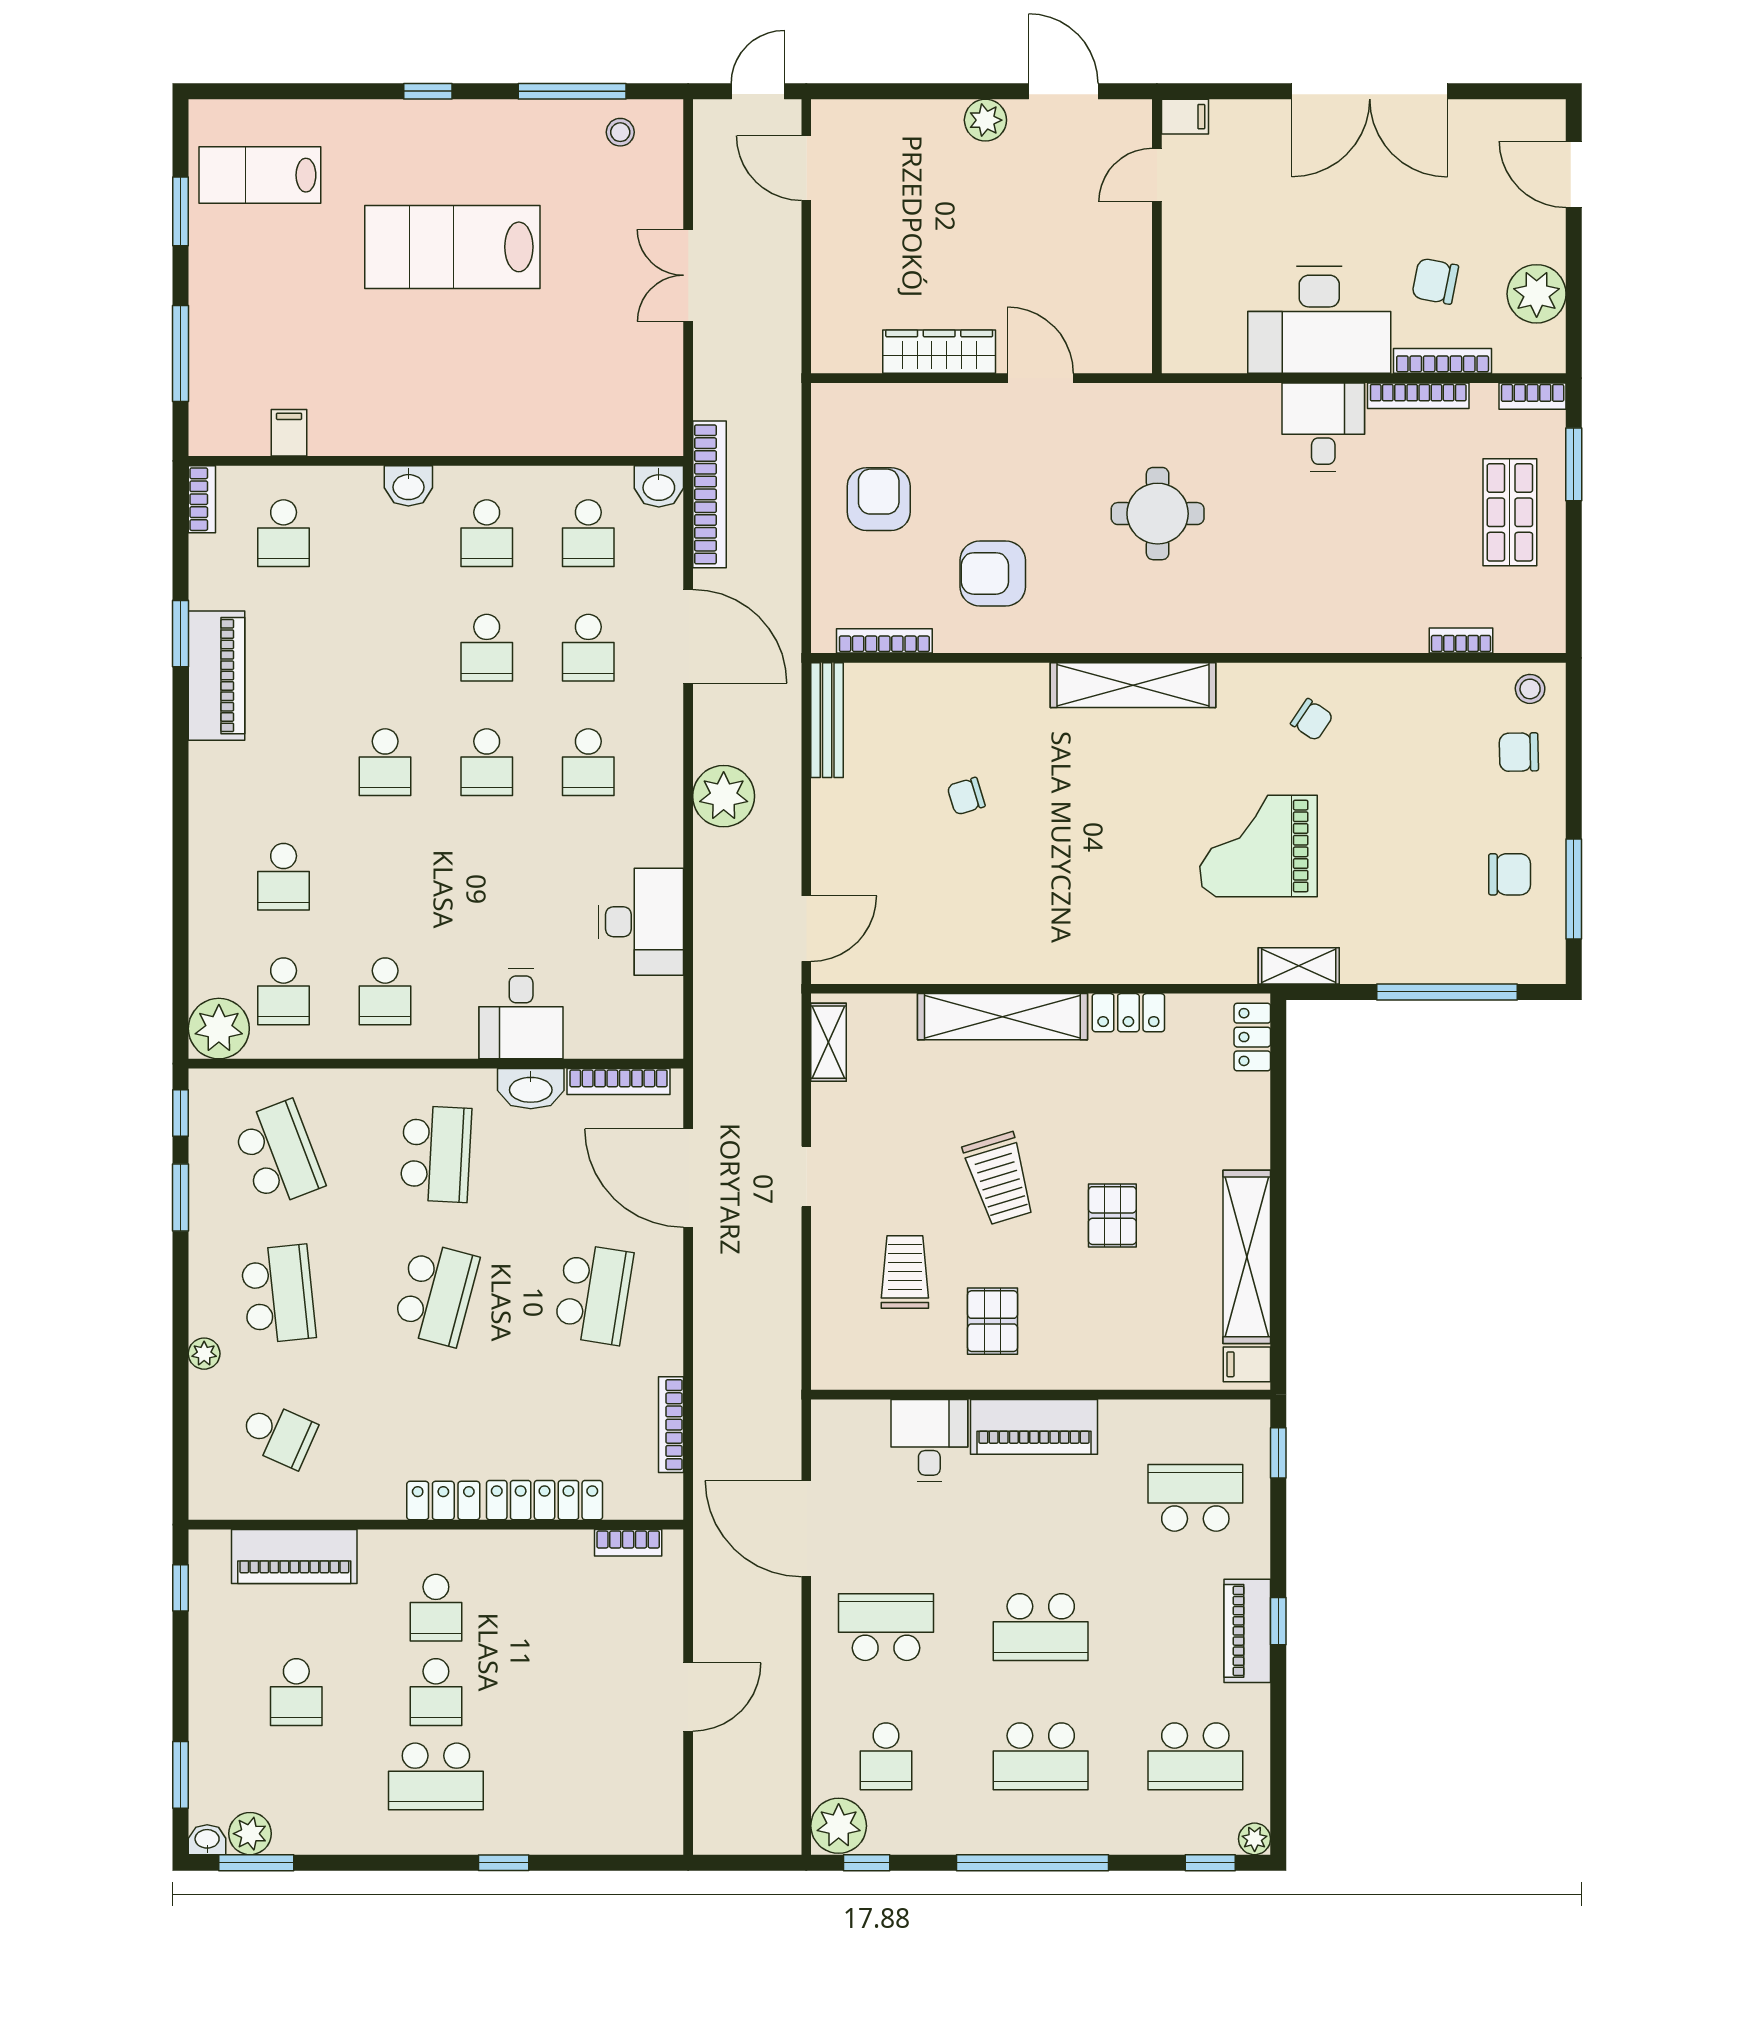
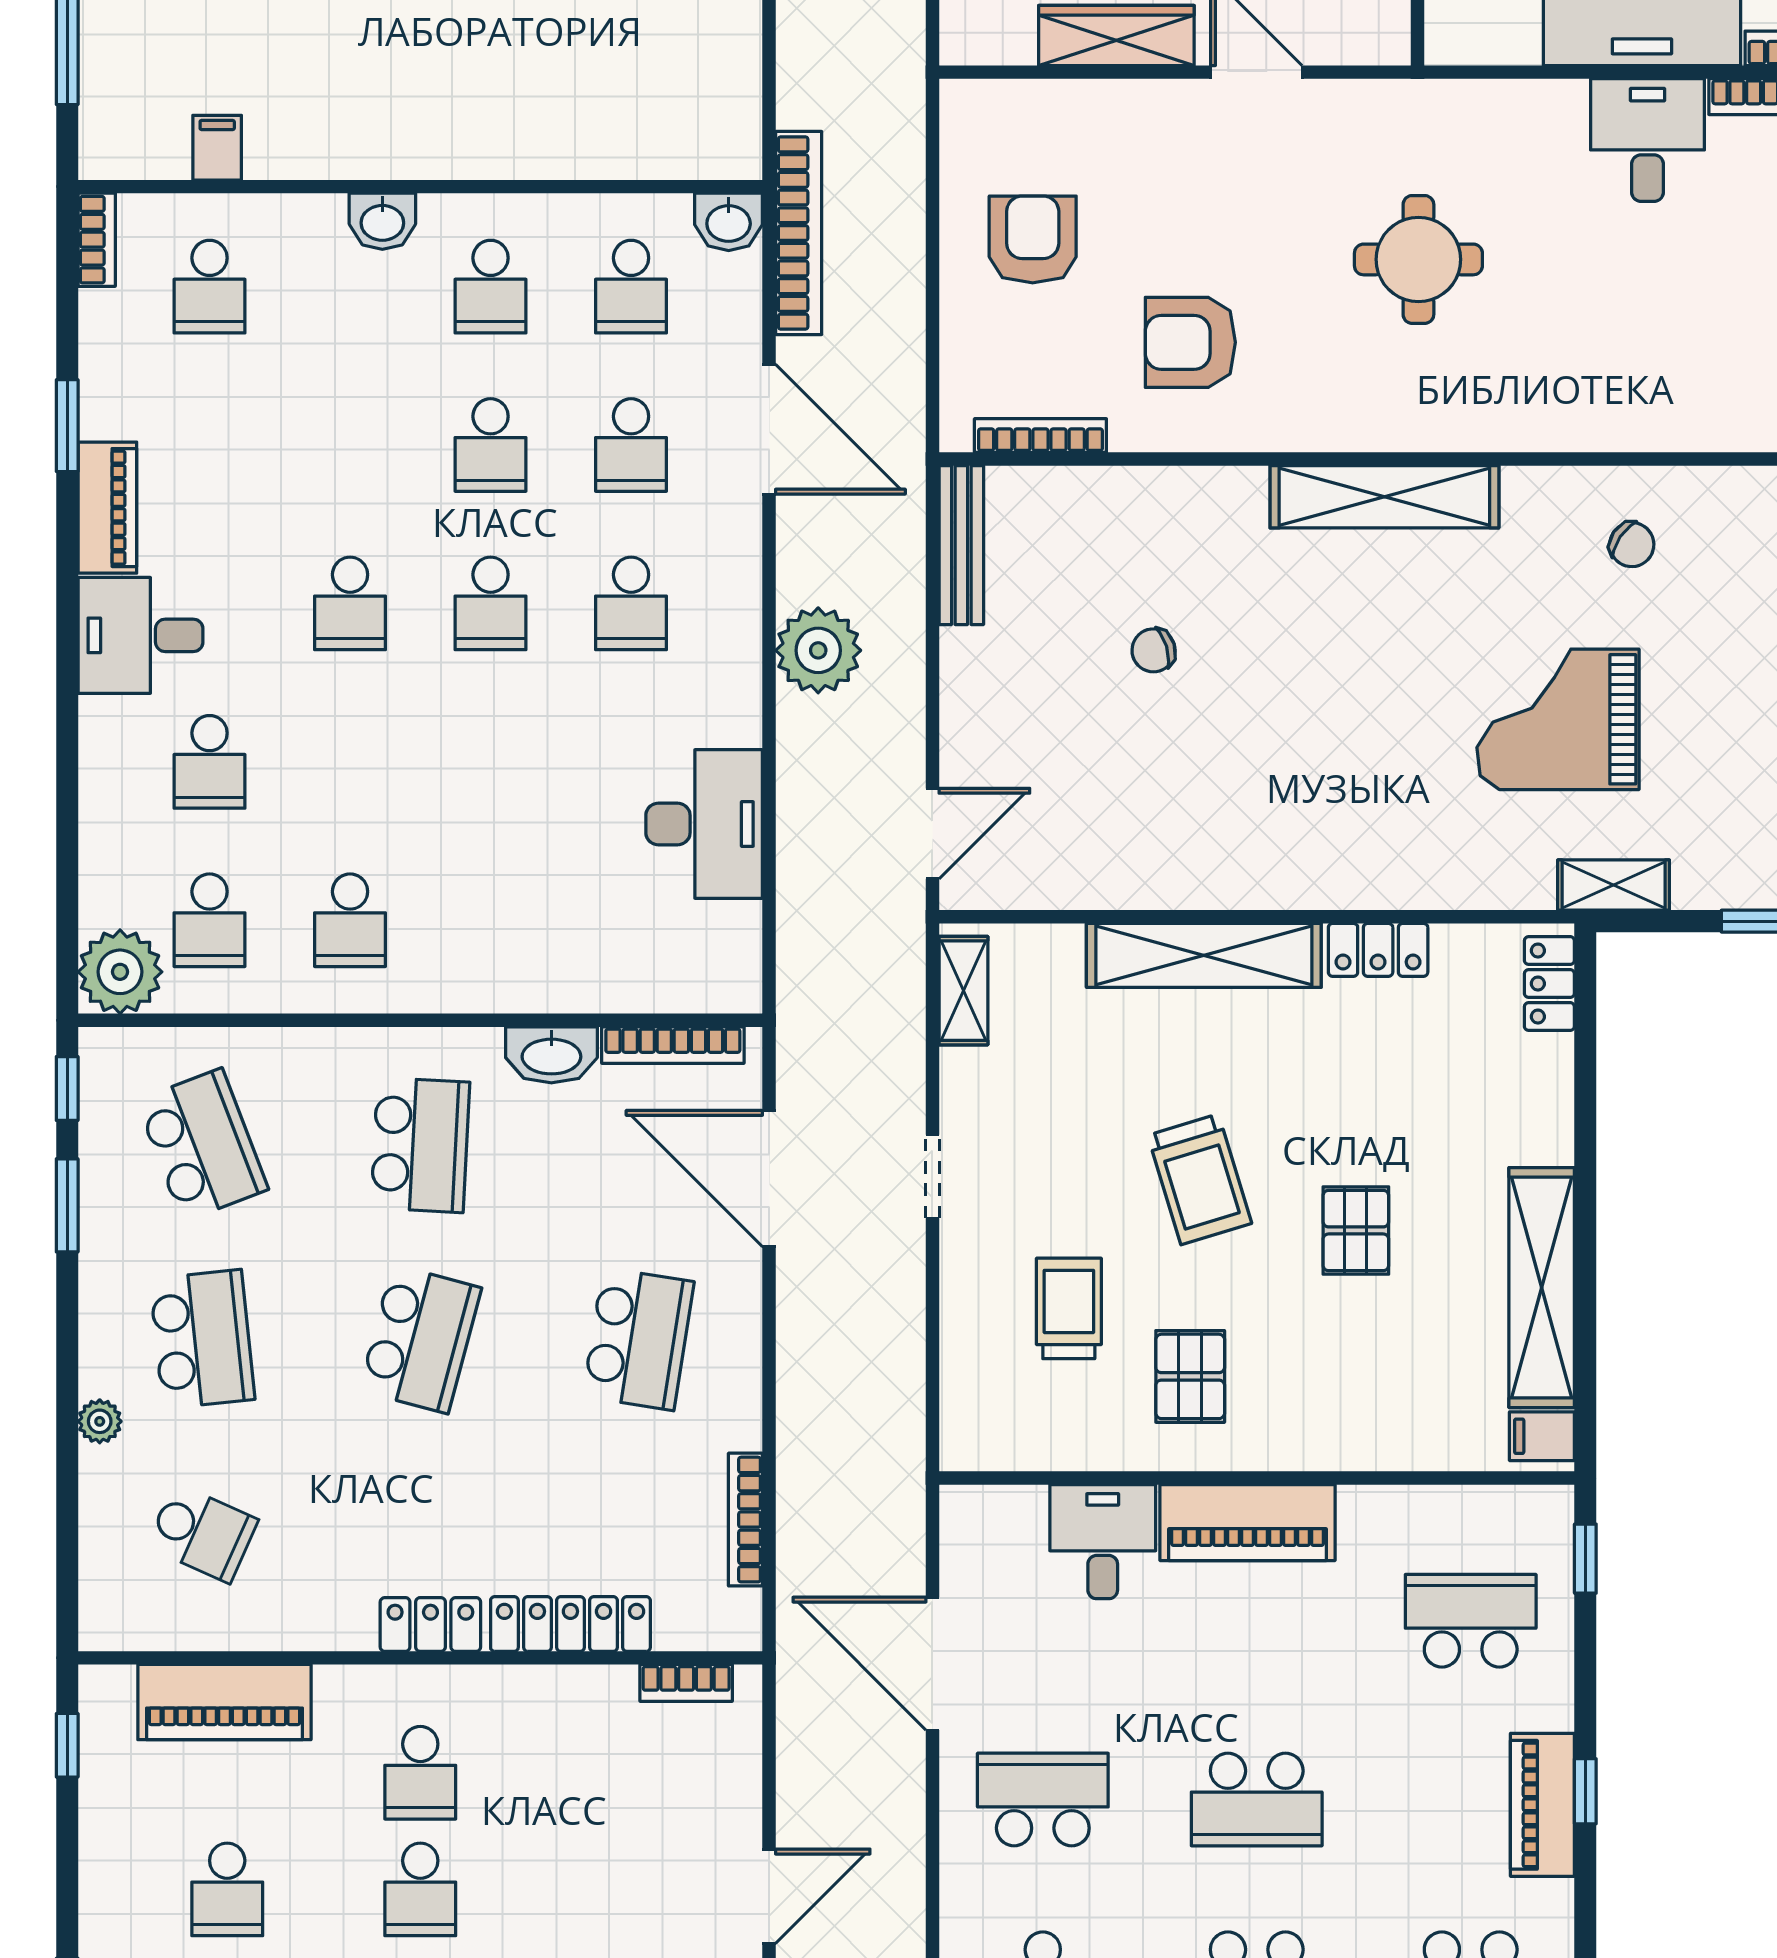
piano: (217, 676) -> (107, 508), width x0.73, depth x0.75
desk: (521, 1014) -> (140, 635), moved, turned 90

